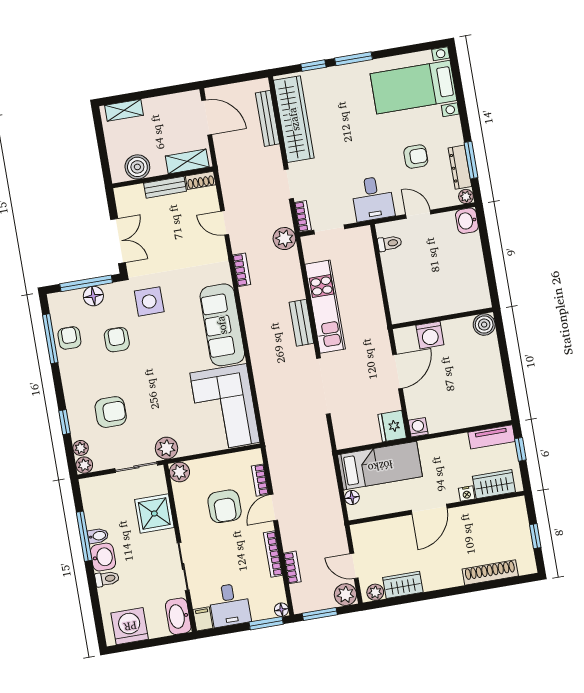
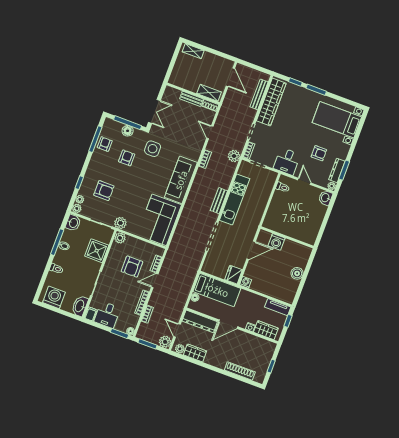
boiler: (137, 167) -> (184, 82), removed
boiler: (484, 325) -> (297, 273), moved
dresser: (381, 531) -> (200, 321), added
washbasin: (103, 557) -> (73, 223), moved

